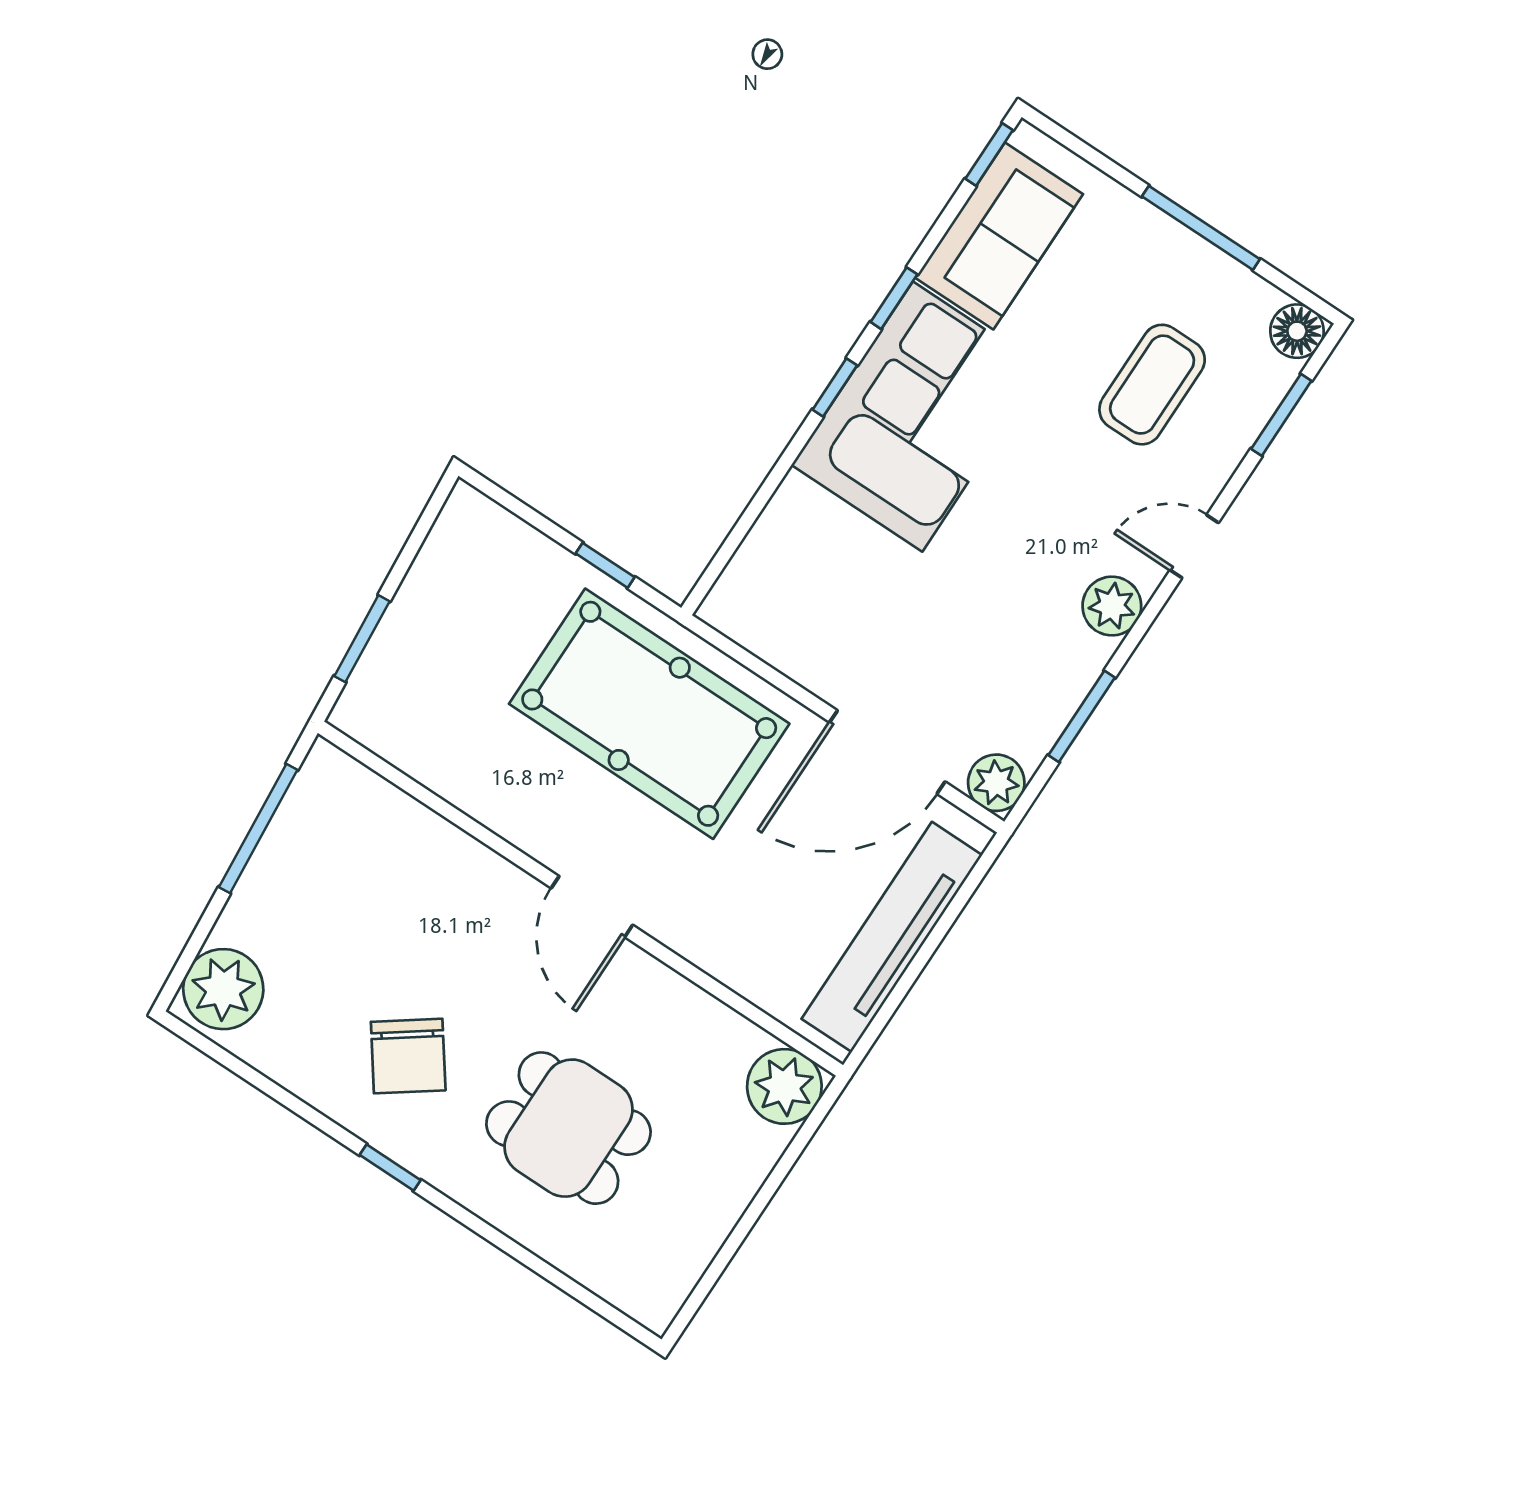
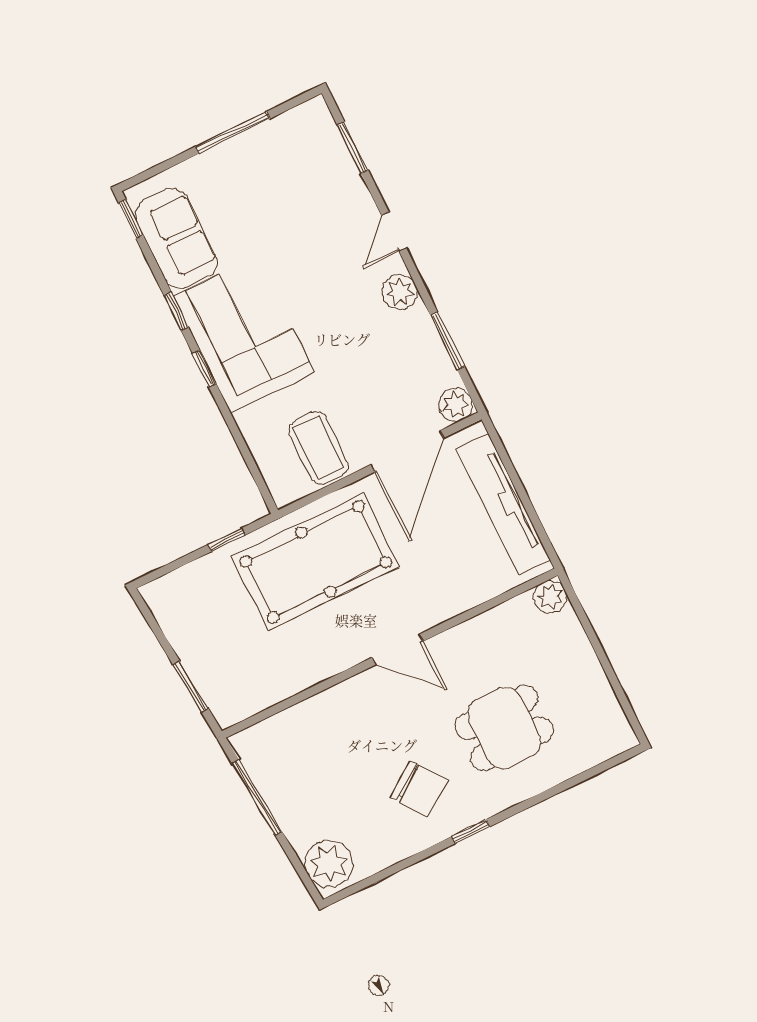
floor lamp: (1297, 331) -> (314, 114), removed
coffee table: (1152, 385) -> (319, 448), moved
plant: (784, 1086) -> (550, 597), width x0.73, depth x0.73

